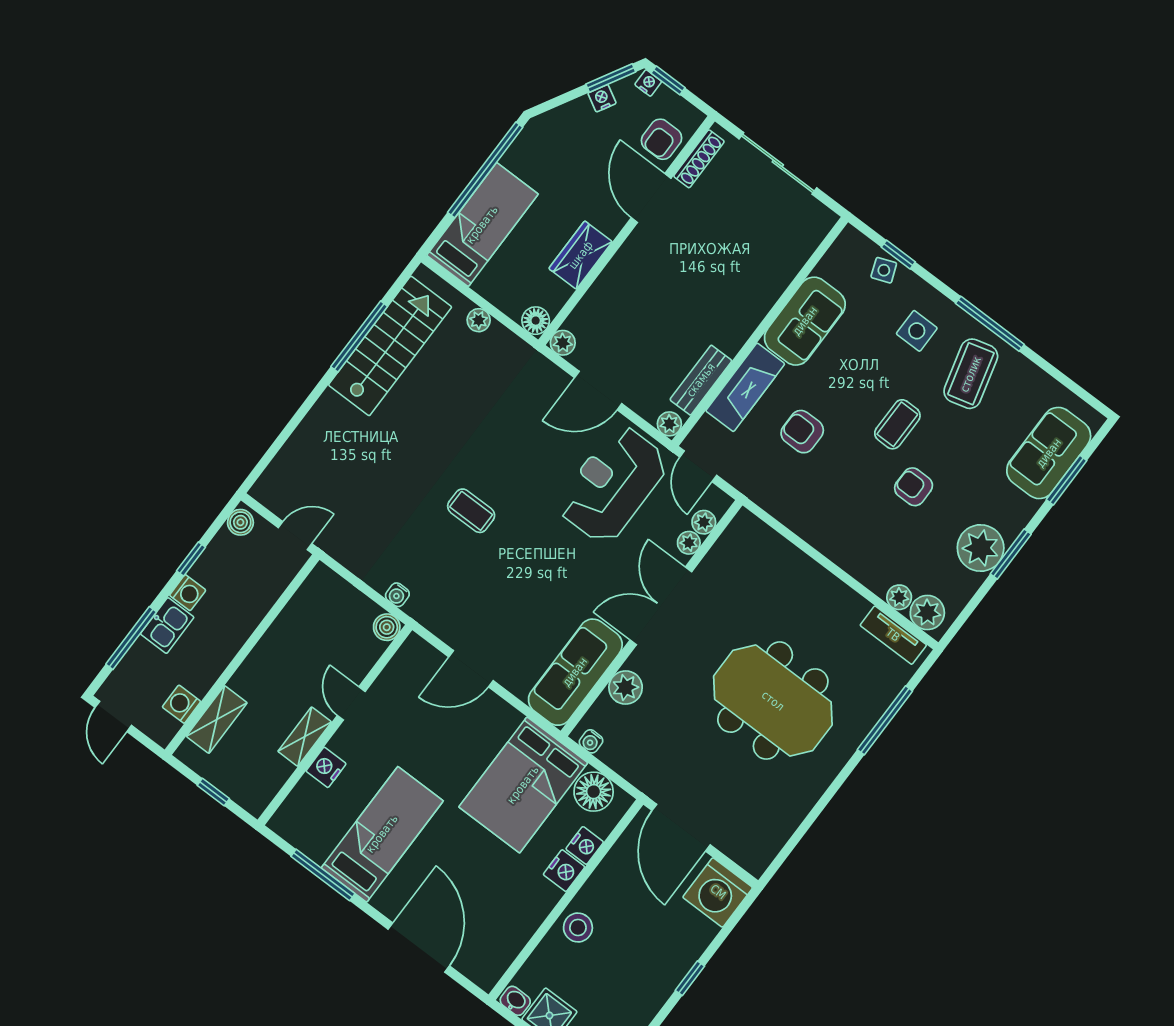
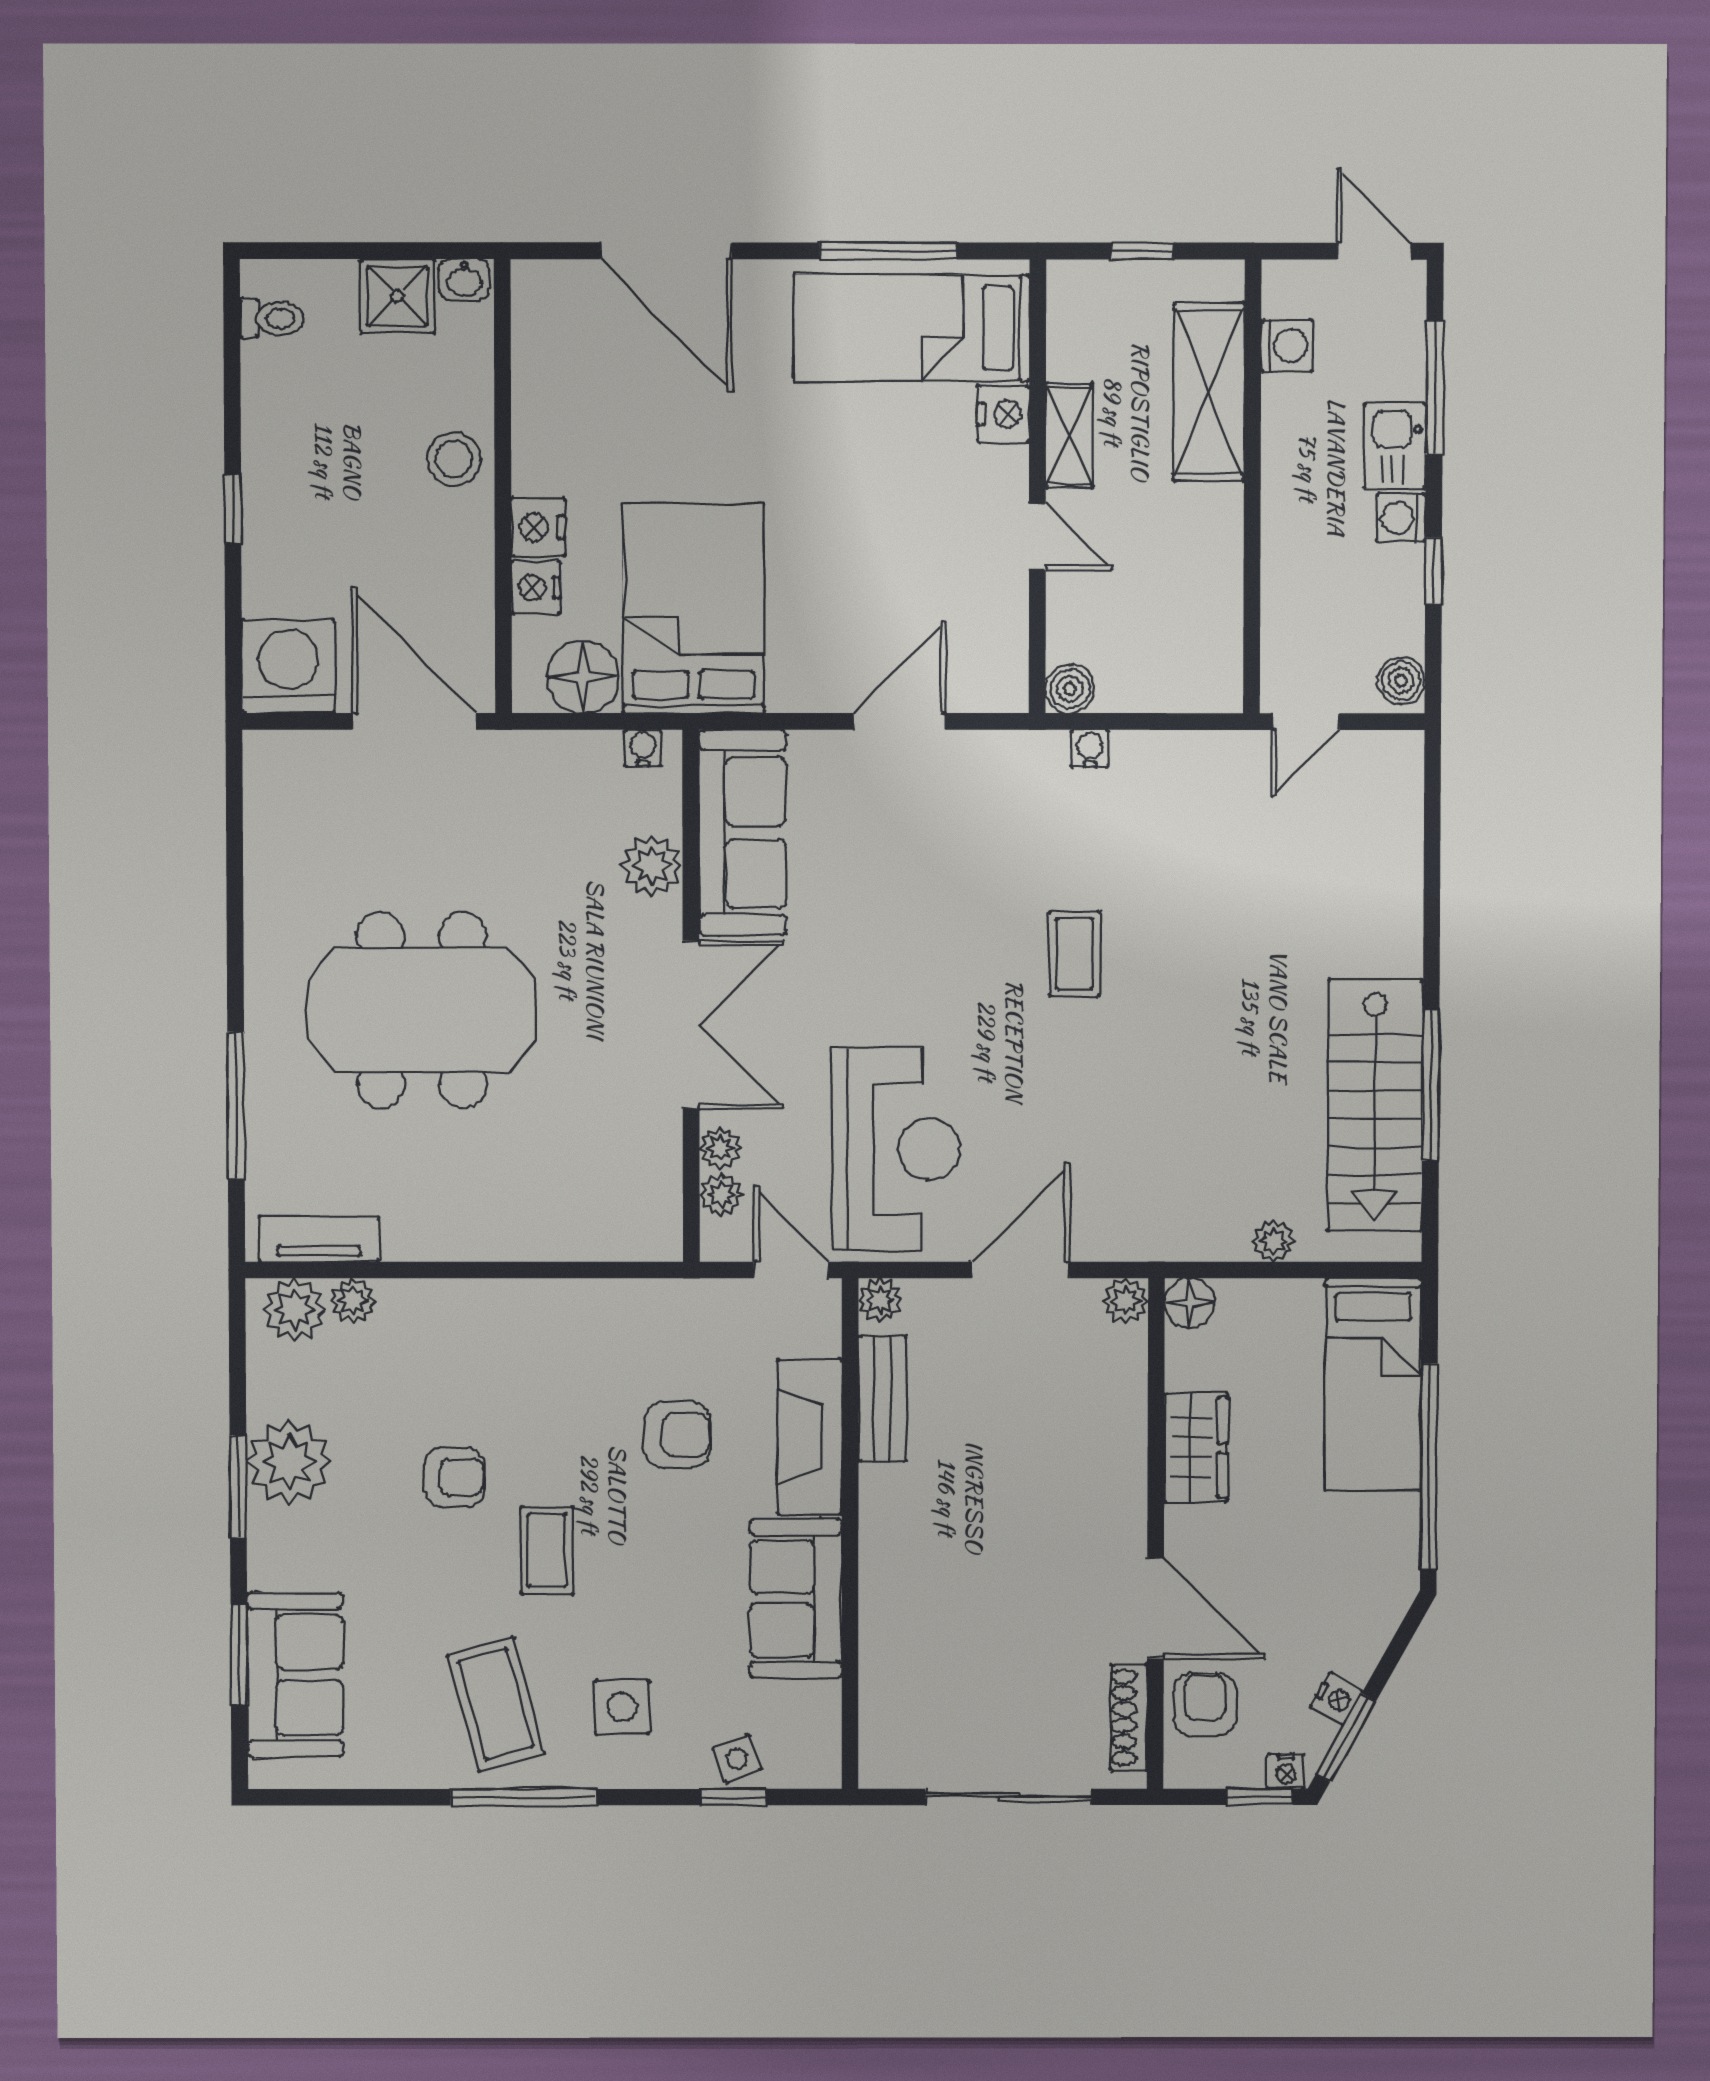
coffee table: (471, 511) -> (1074, 954), turned 90
shelving: (217, 719) -> (1209, 392), width x1.50, depth x1.33
bed: (382, 834) -> (912, 328), moved, turned 90

